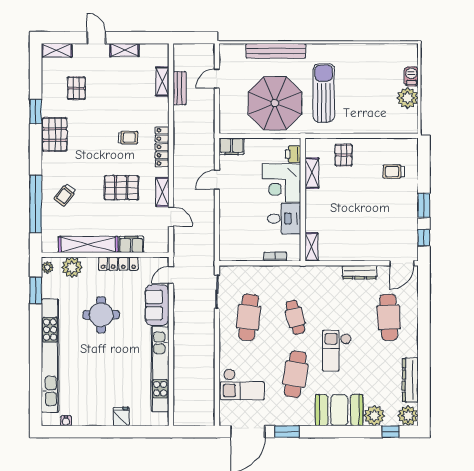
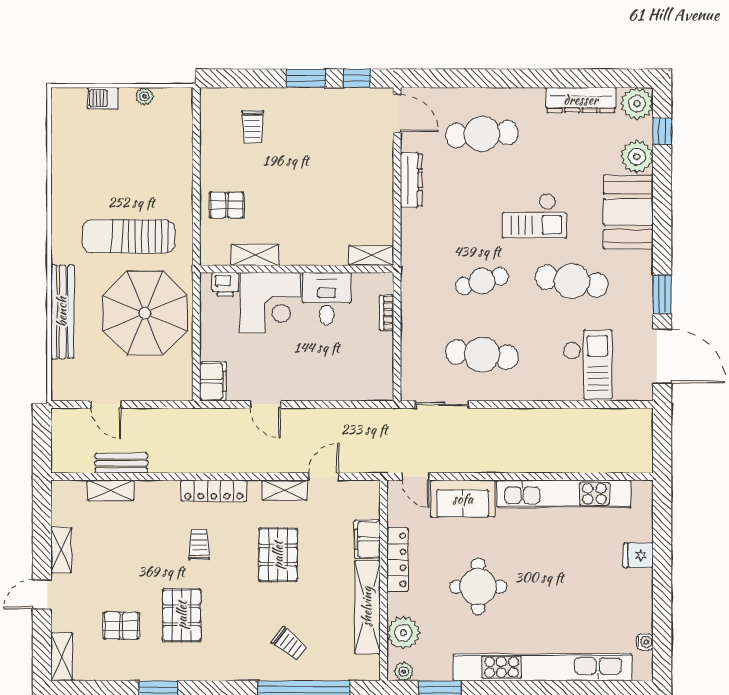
plant: (408, 98) -> (144, 96), width x0.53, depth x0.53
pallet: (55, 134) -> (182, 615), moved, turned 90

